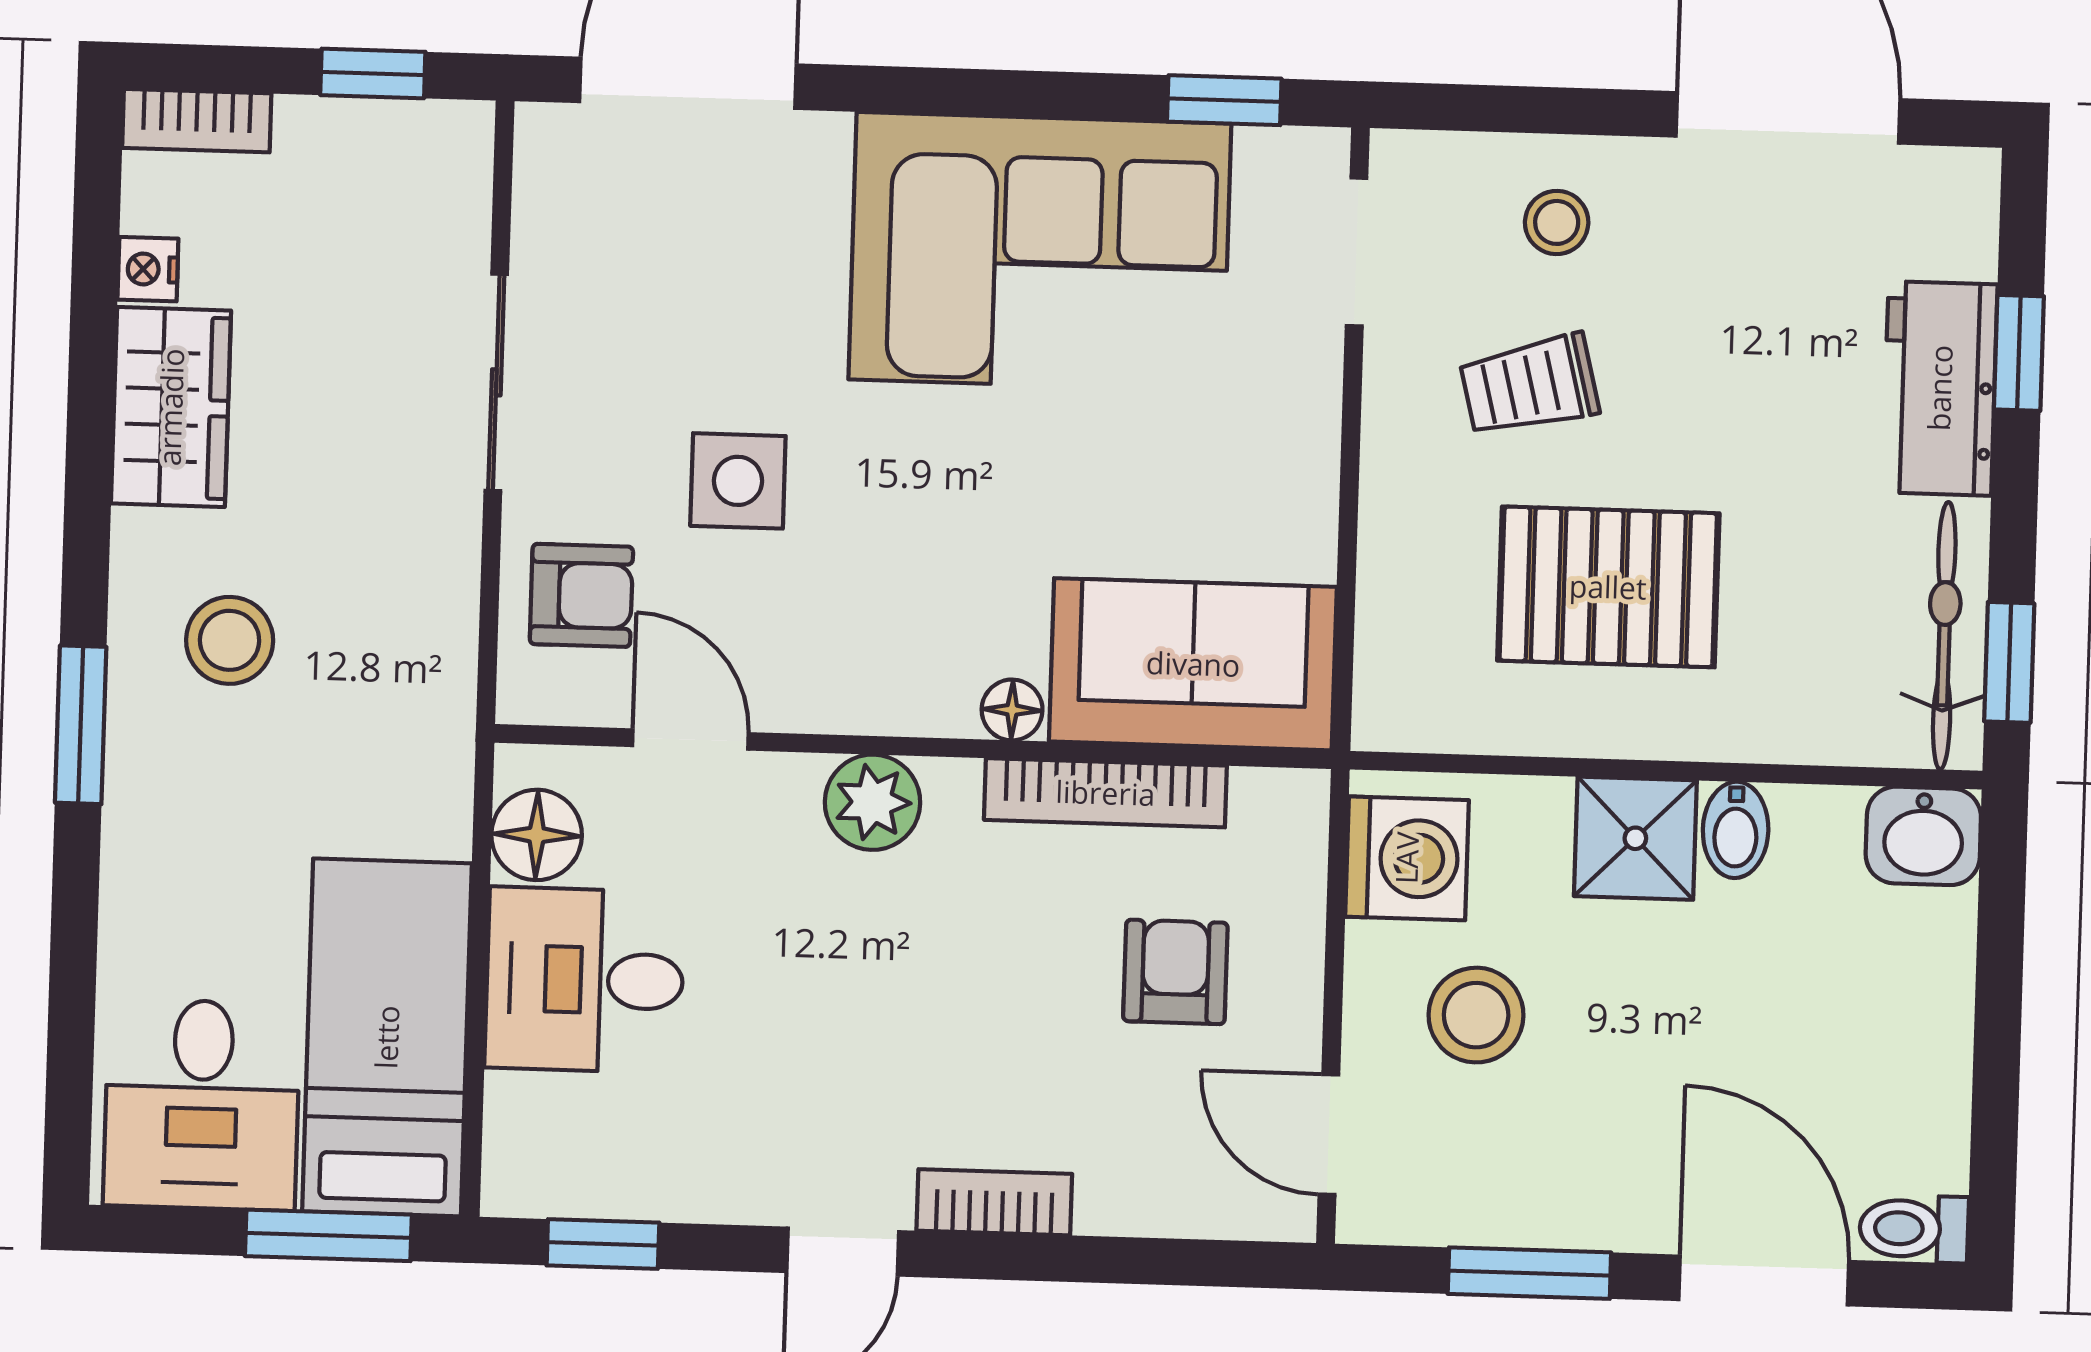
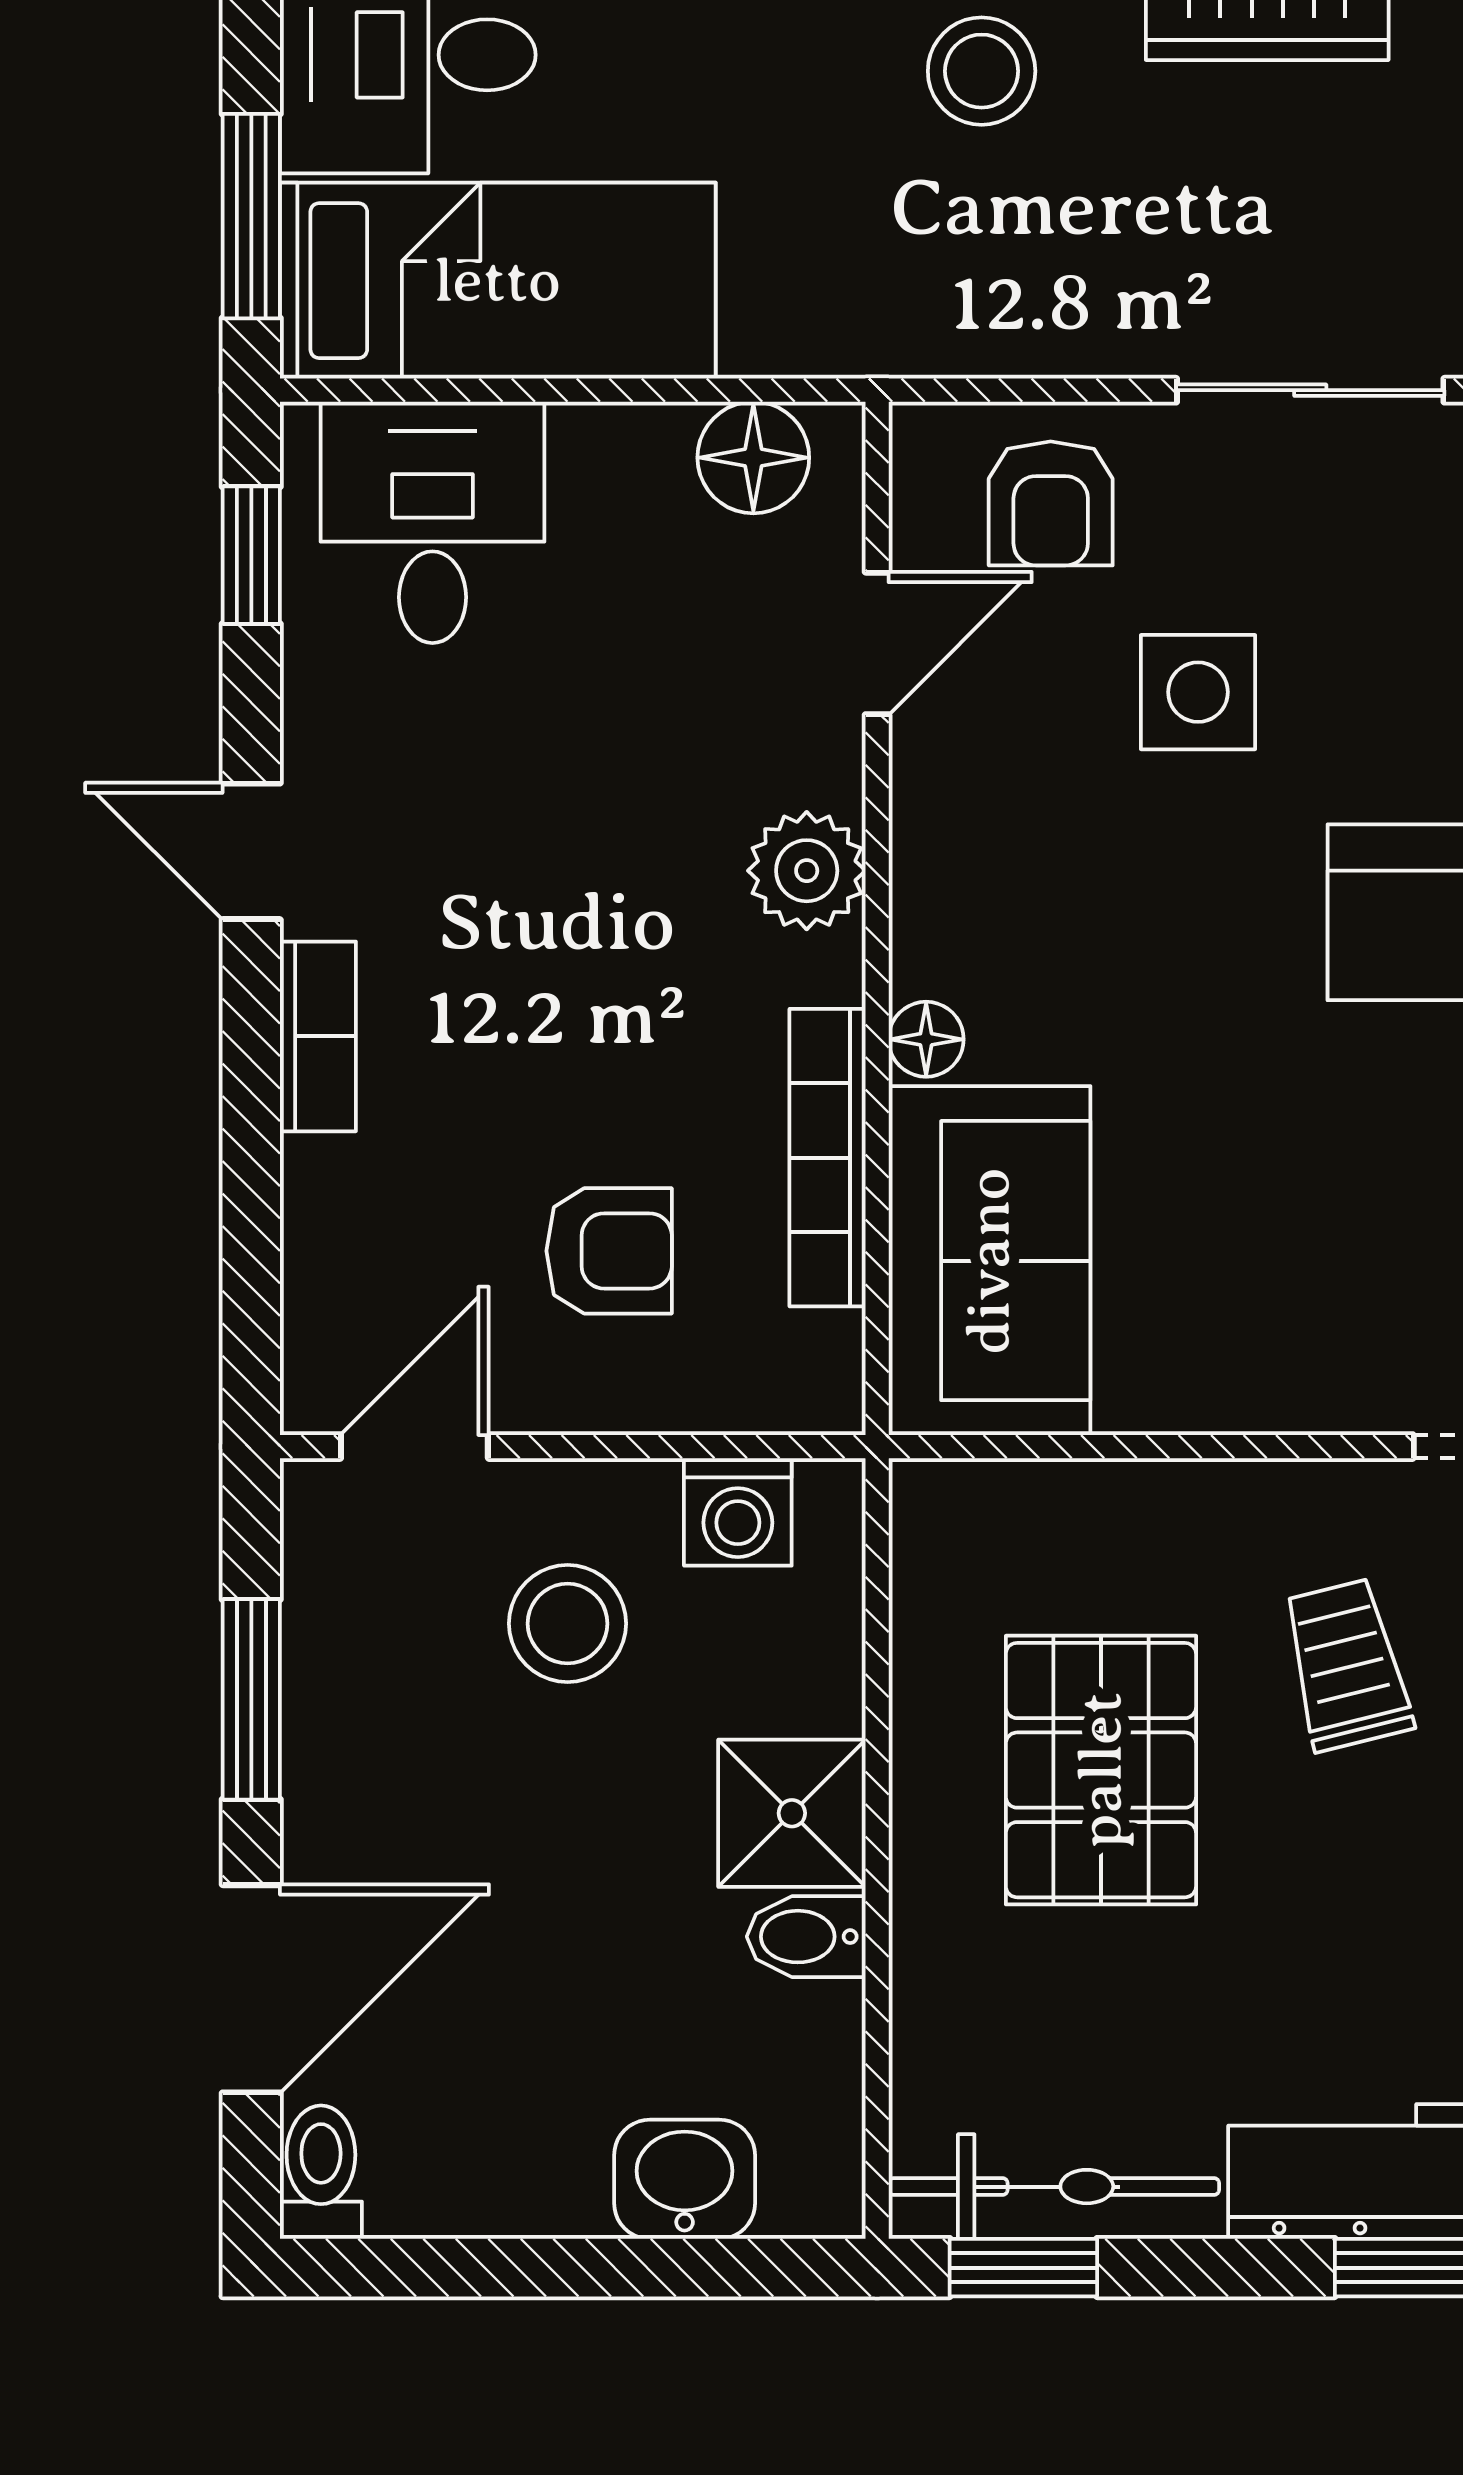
washbasin: (1923, 836) -> (685, 2179), moved, turned 90
washing machine: (1407, 858) -> (738, 1512), width x0.73, depth x0.73
desk: (585, 980) -> (432, 522), moved

